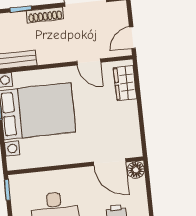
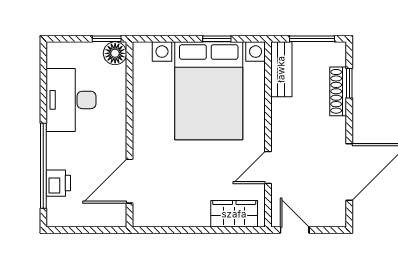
shoe rack: (45, 15) -> (338, 91), moved
floor lamp: (136, 170) -> (115, 53), moved

